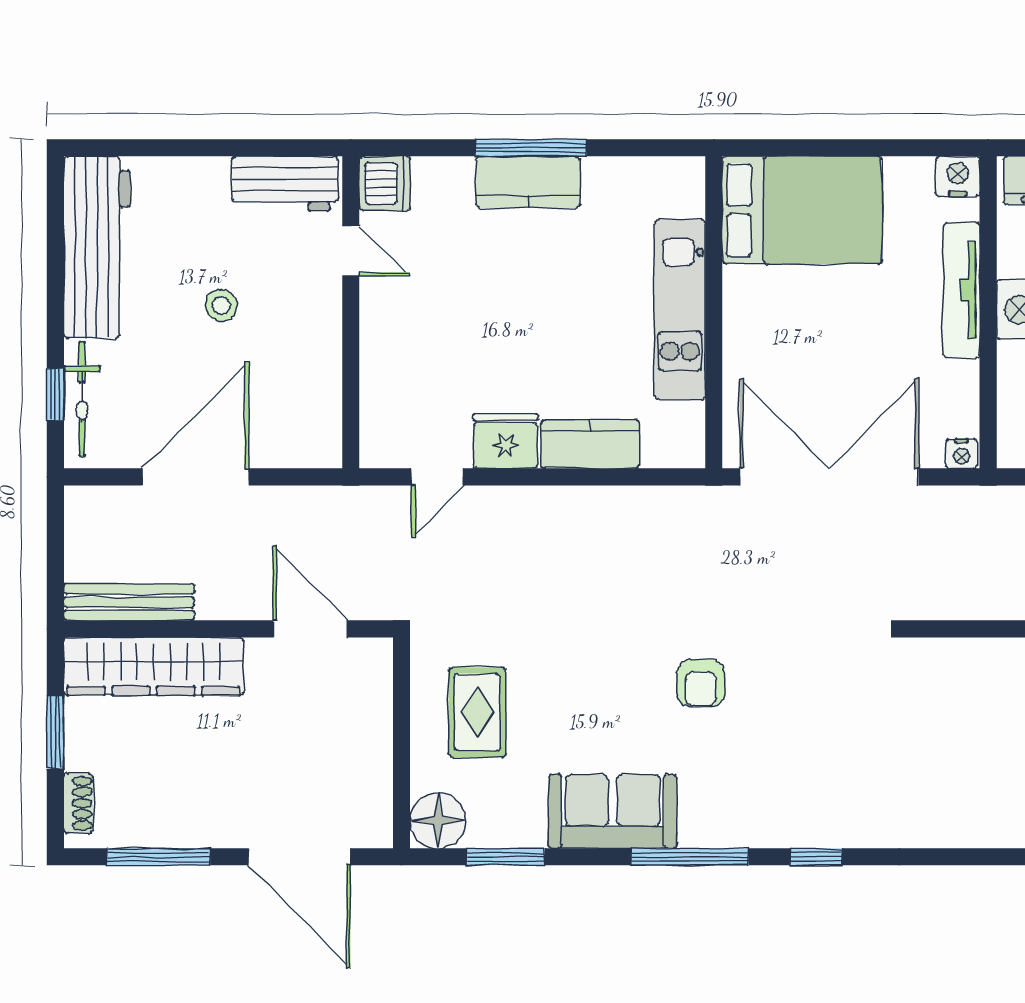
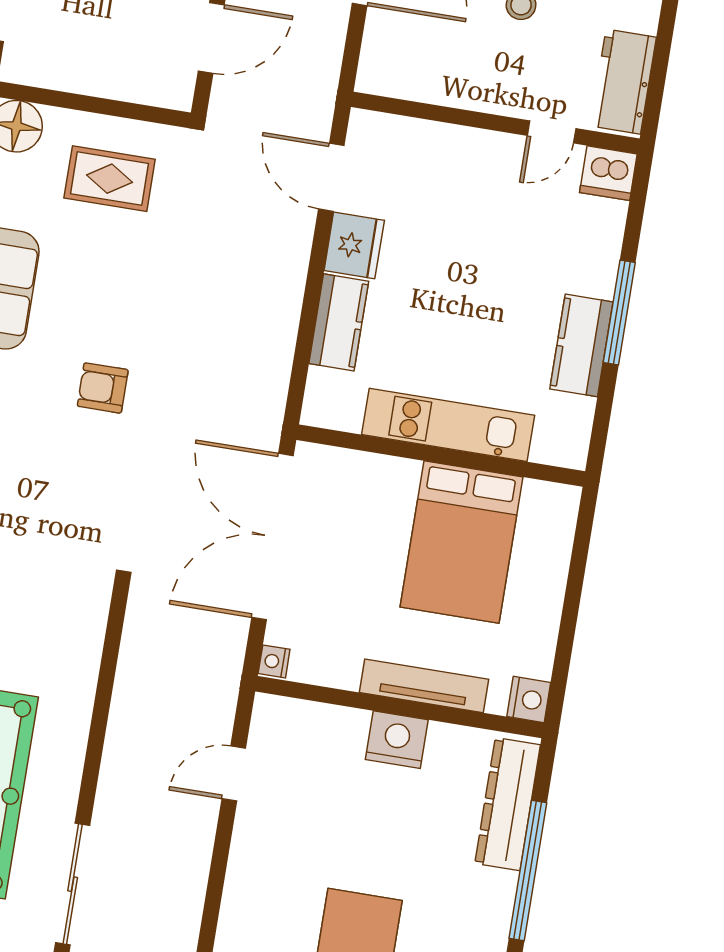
kitchen counter: (528, 182) -> (581, 345), moved
bed: (802, 210) -> (462, 542), moved
door: (437, 477) -> (331, 177), width x1.38
double door: (829, 477) -> (273, 537), swing flipped

